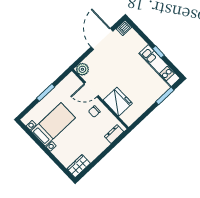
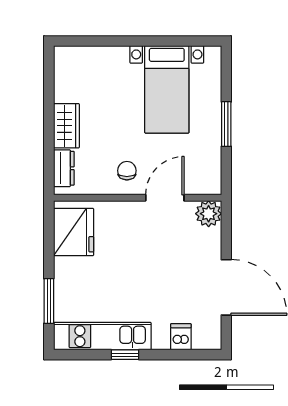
dishwasher: (124, 28) -> (181, 337), moved
fridge: (118, 102) -> (74, 232), moved, turned -90
wardrobe: (79, 166) -> (66, 126), moved

